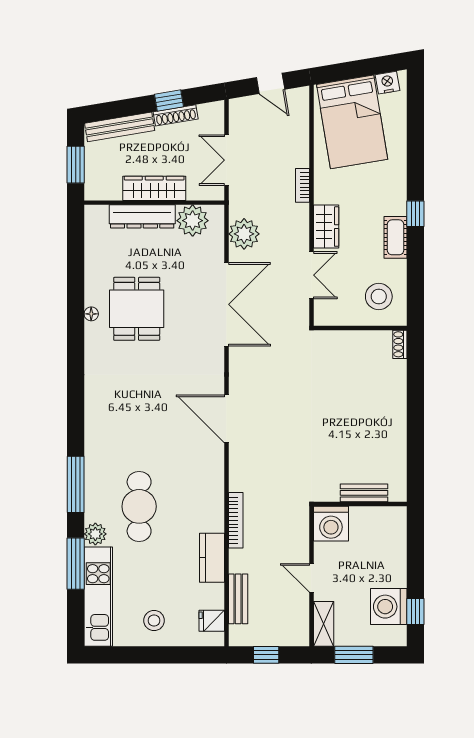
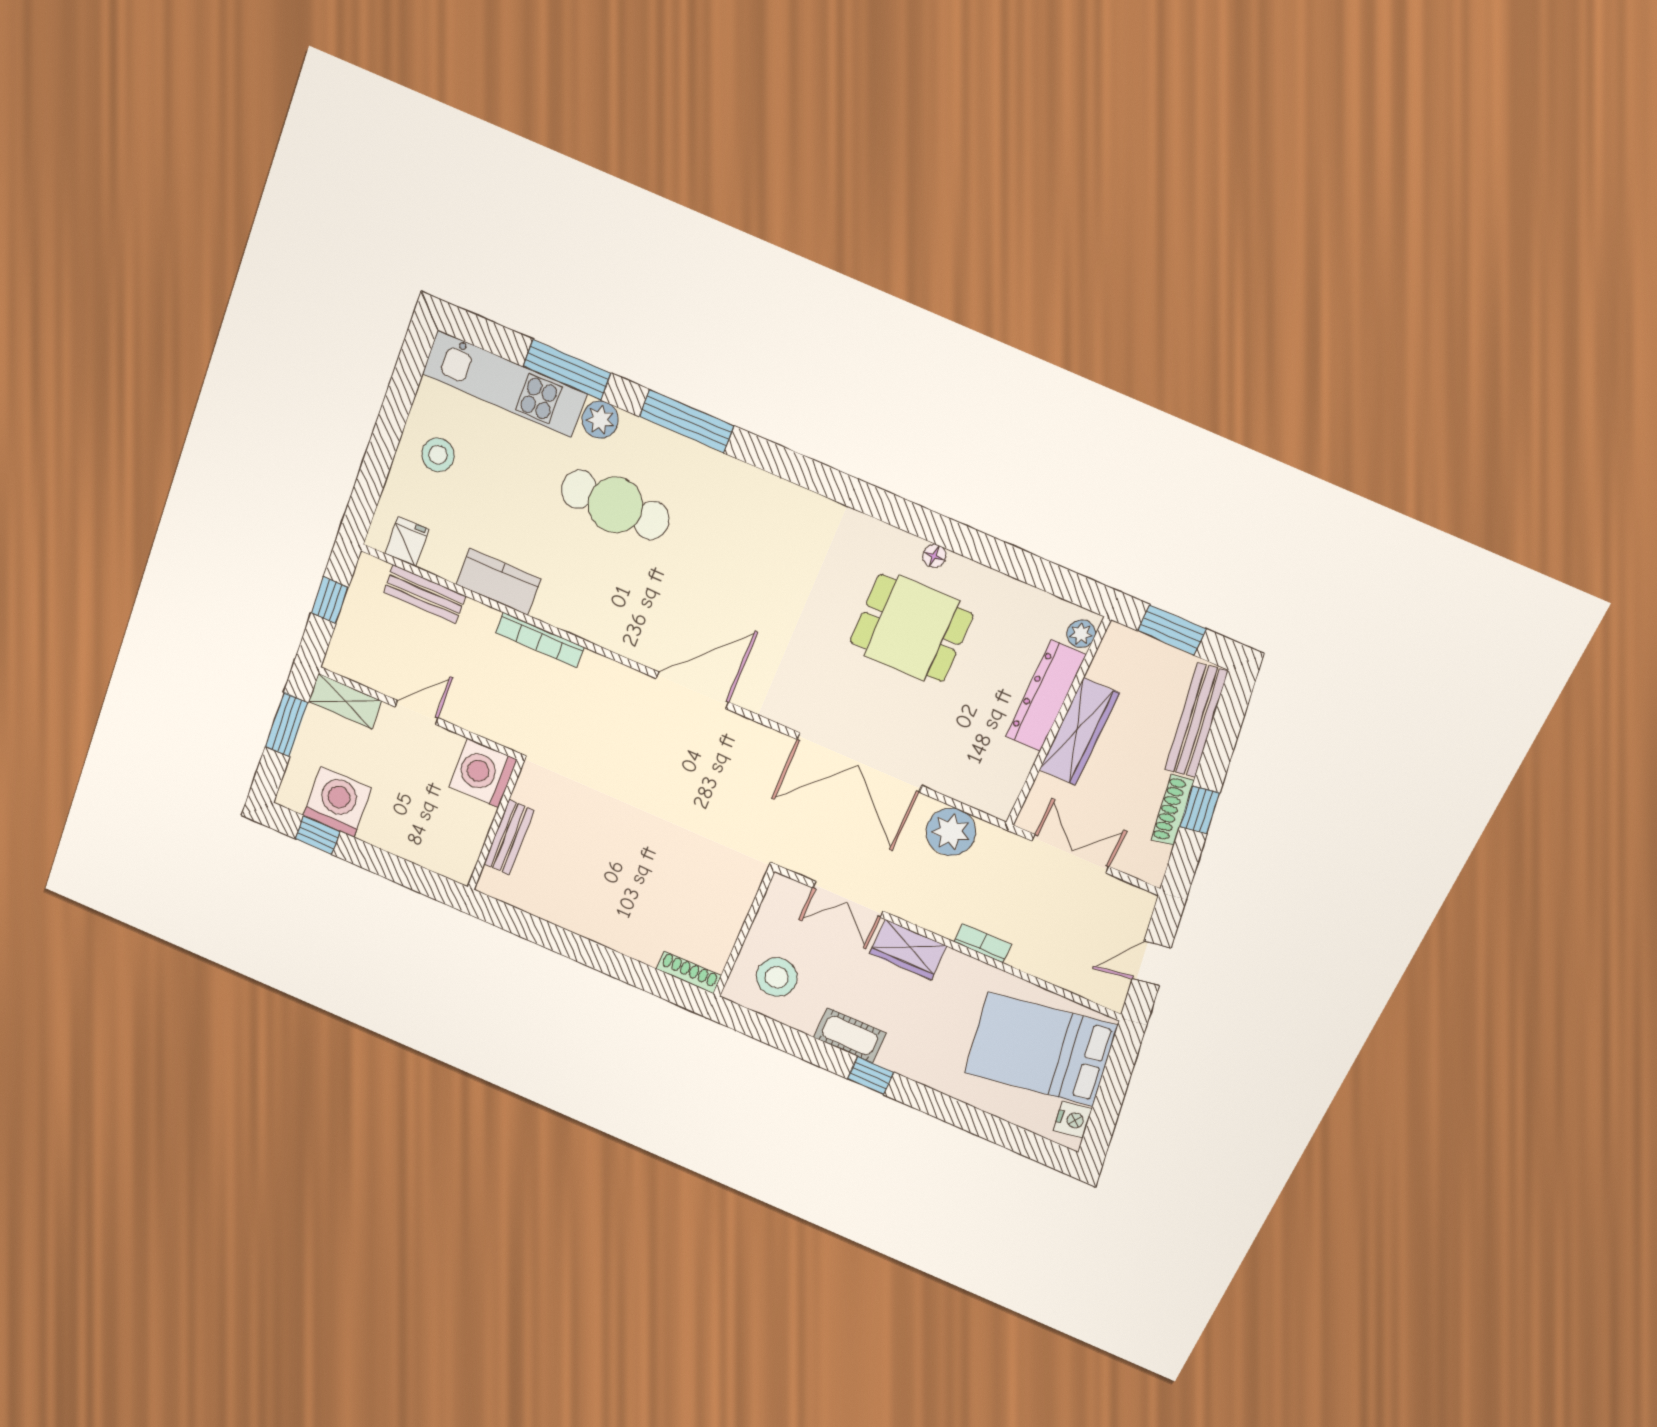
plant: (193, 221) -> (1081, 634), moved, width x0.53, depth x0.53
shoe rack: (400, 344) -> (689, 972), width x1.43

